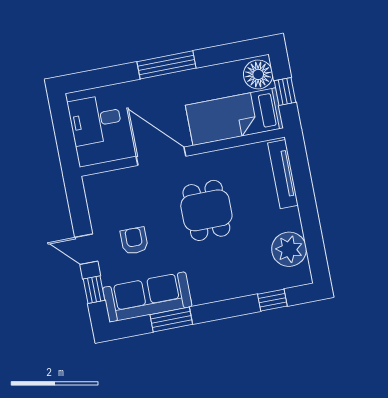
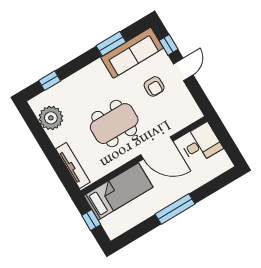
floor lamp: (258, 74) -> (113, 225), removed
desk: (95, 120) -> (201, 144), moved
dining table: (206, 210) -> (114, 124), width x1.38
door: (86, 249) -> (183, 69), hinge flipped

